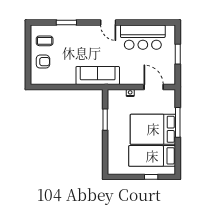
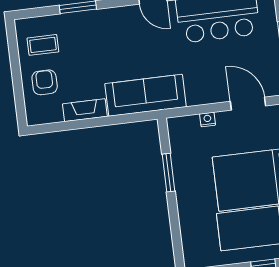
armchair: (43, 62) -> (45, 82), turned -90
fireplace: (63, 80) -> (85, 110), added

